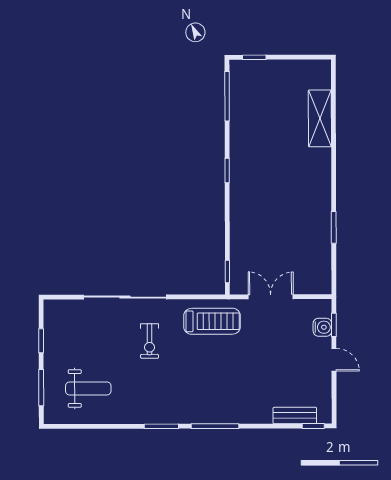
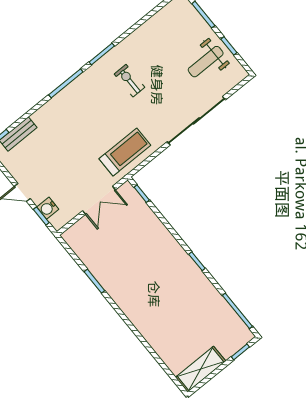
shelving: (320, 118) -> (201, 369), moved, turned 90
treadmill: (212, 321) -> (125, 152), turned 180
exercise bike: (150, 341) -> (129, 81), moved
weight bench: (88, 388) -> (206, 62), moved

